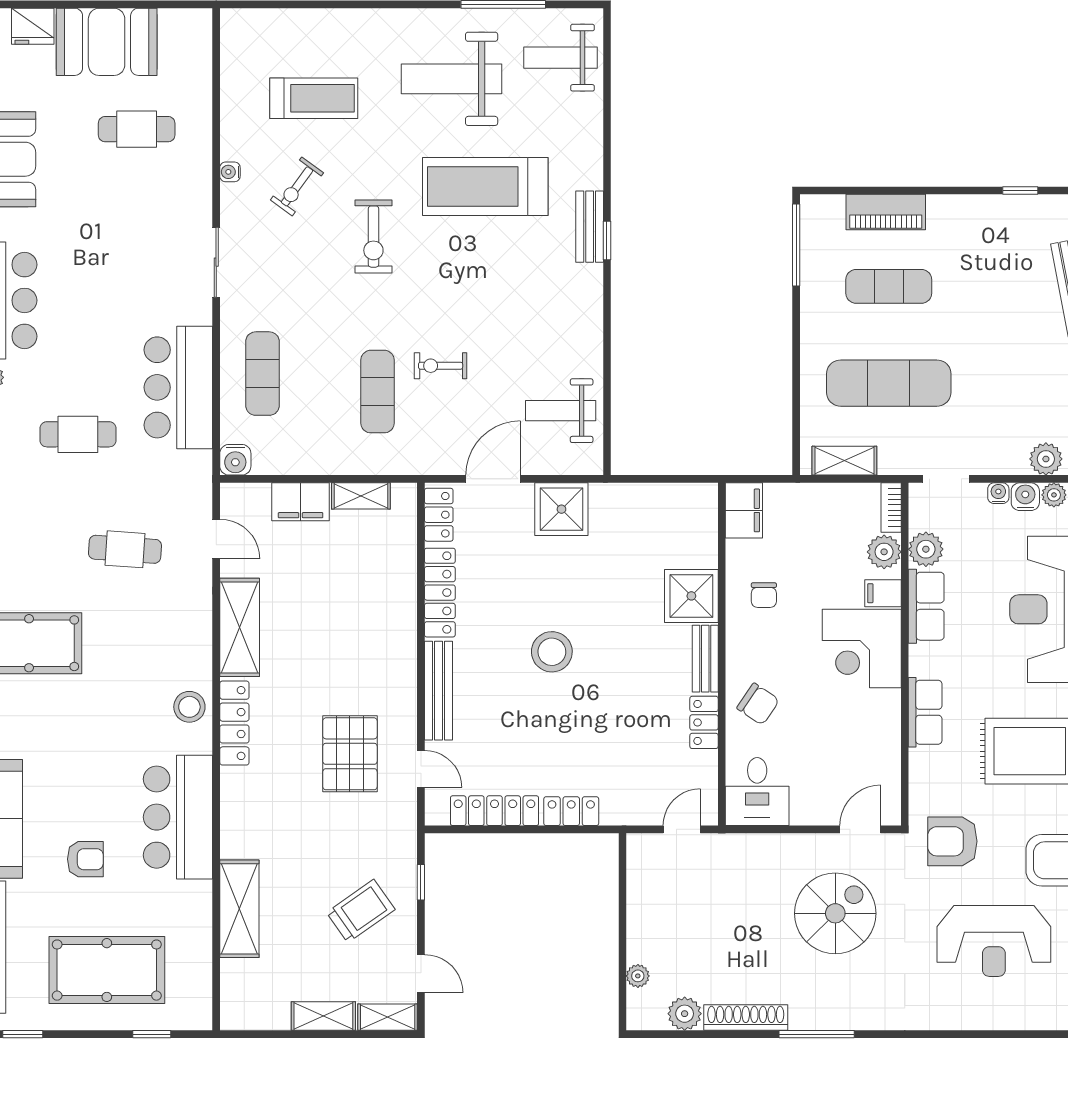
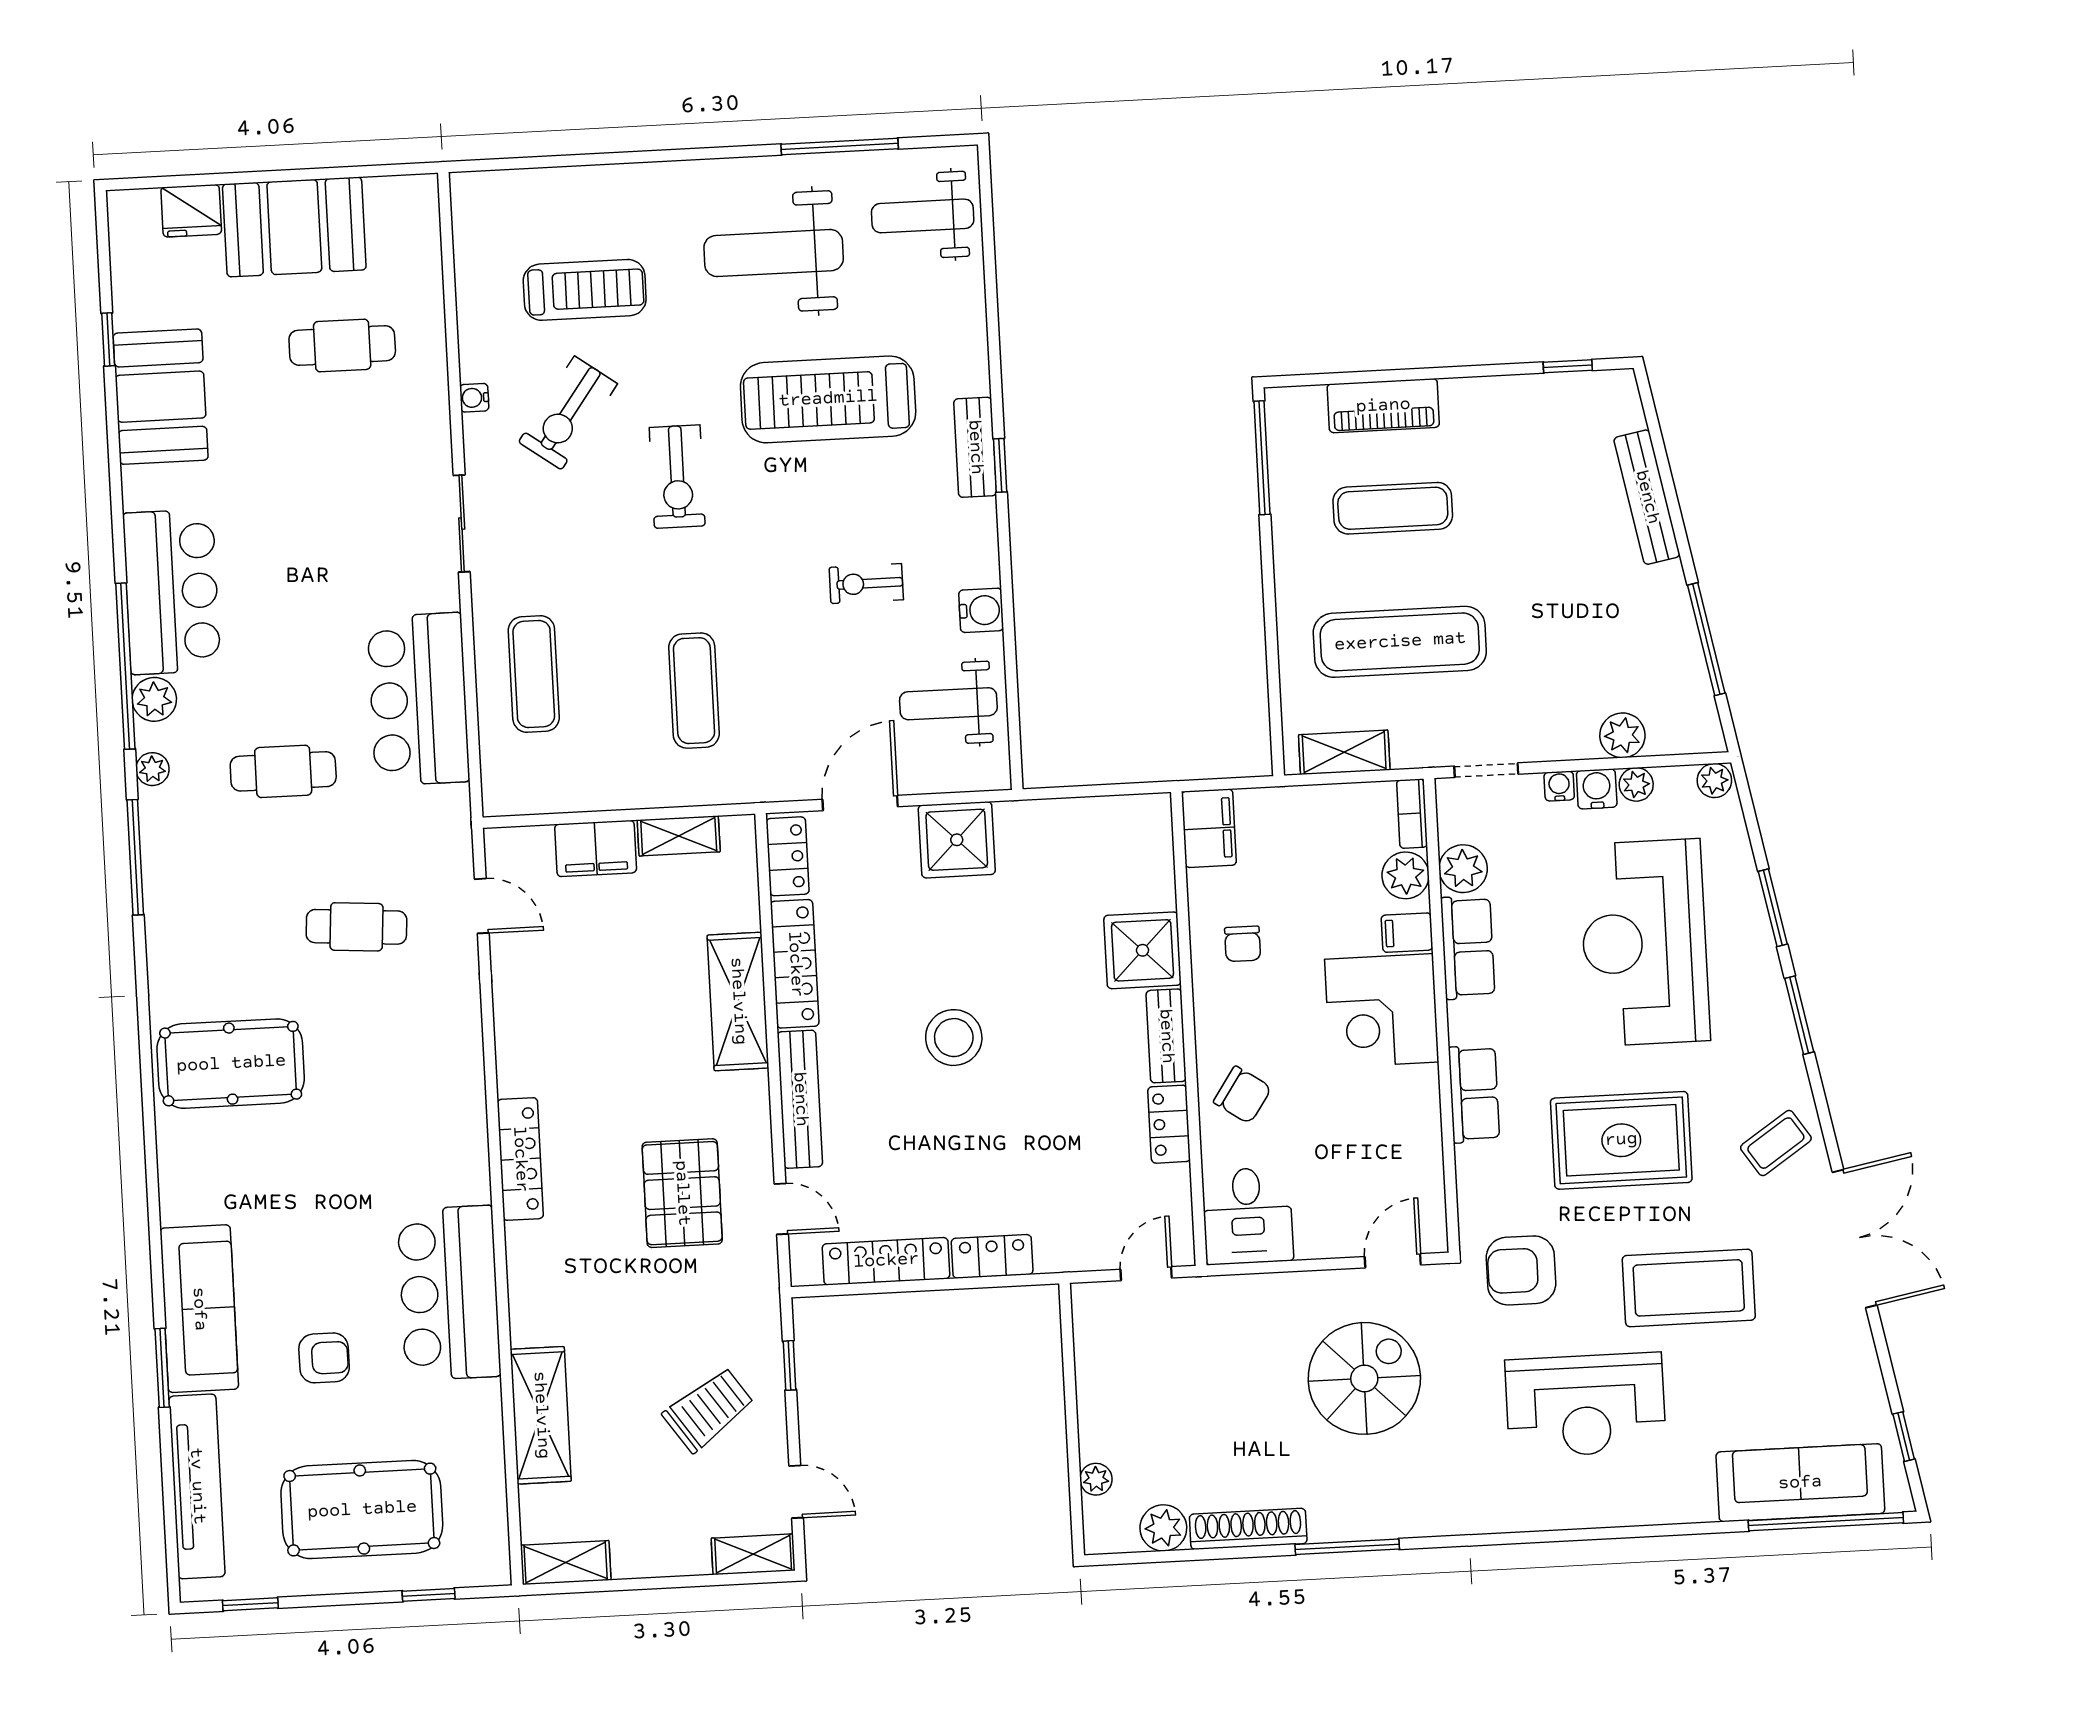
exercise bike: (297, 186) -> (568, 413), width x1.38, depth x1.39
exercise bike: (441, 366) -> (866, 584), moved
water cooler: (235, 460) -> (981, 610), moved, turned -90
shelving: (240, 627) -> (738, 1001), moved
stool: (189, 707) -> (457, 1140), removed
shelving: (323, 1016) -> (566, 1563), moved

